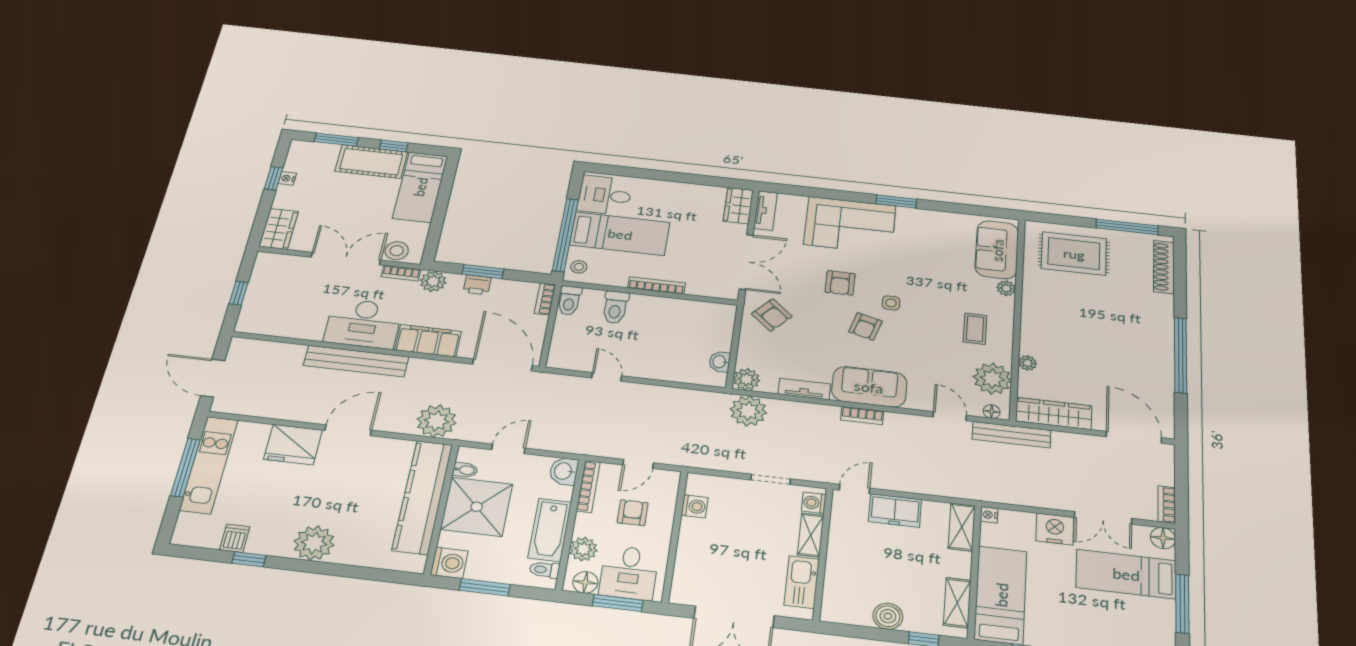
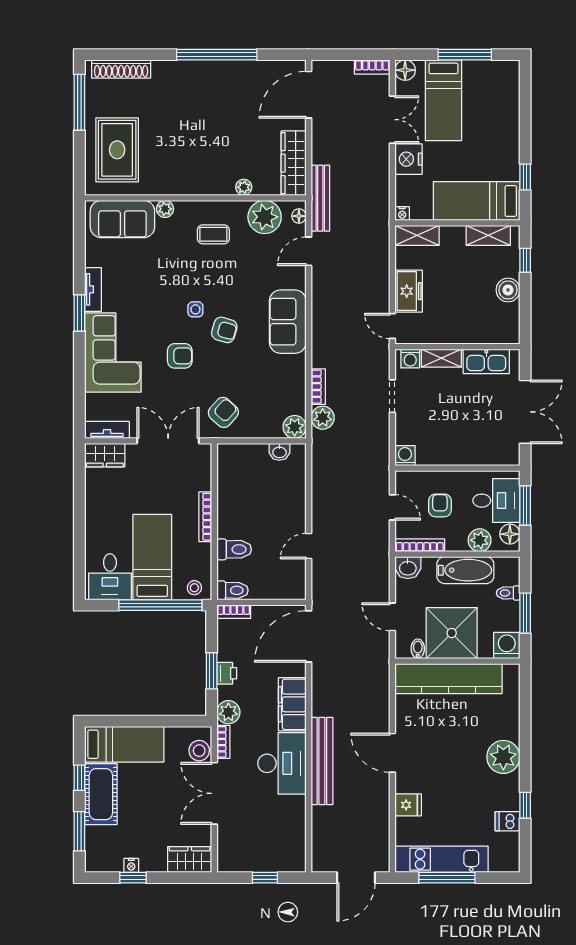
tv unit: (804, 389) -> (93, 289), moved, turned 180
plant: (748, 411) -> (323, 418), width x0.73, depth x0.73
bookcase: (862, 416) -> (318, 387), moved
plant: (437, 421) -> (373, 681), removed
fridge: (293, 445) -> (408, 805), width x0.53, depth x0.75
washing machine: (695, 506) -> (405, 456), moved
armchair: (633, 513) -> (440, 505), turned 90
toilet: (544, 570) -> (508, 593), moved, turned 90

